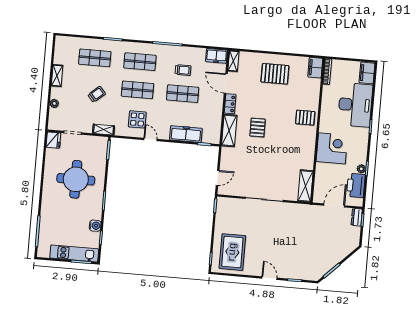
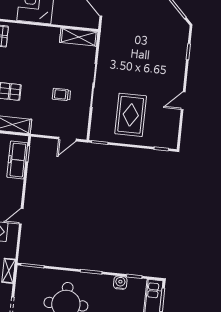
freezer: (186, 134) -> (17, 160), moved
trolley: (256, 172) -> (61, 95), added
door: (218, 178) -> (67, 139), swing flipped
rug: (232, 252) -> (131, 115), moved, turned 90
door: (269, 278) -> (183, 101), moved

